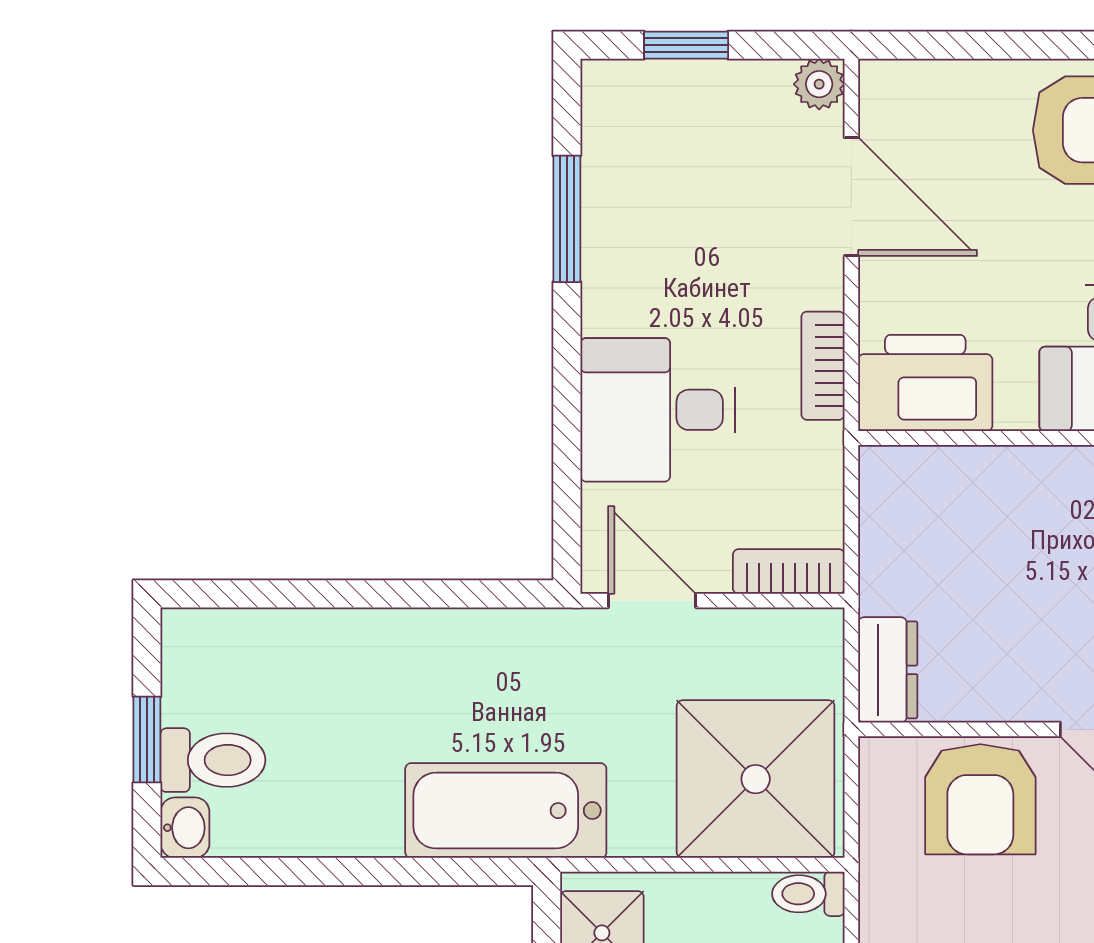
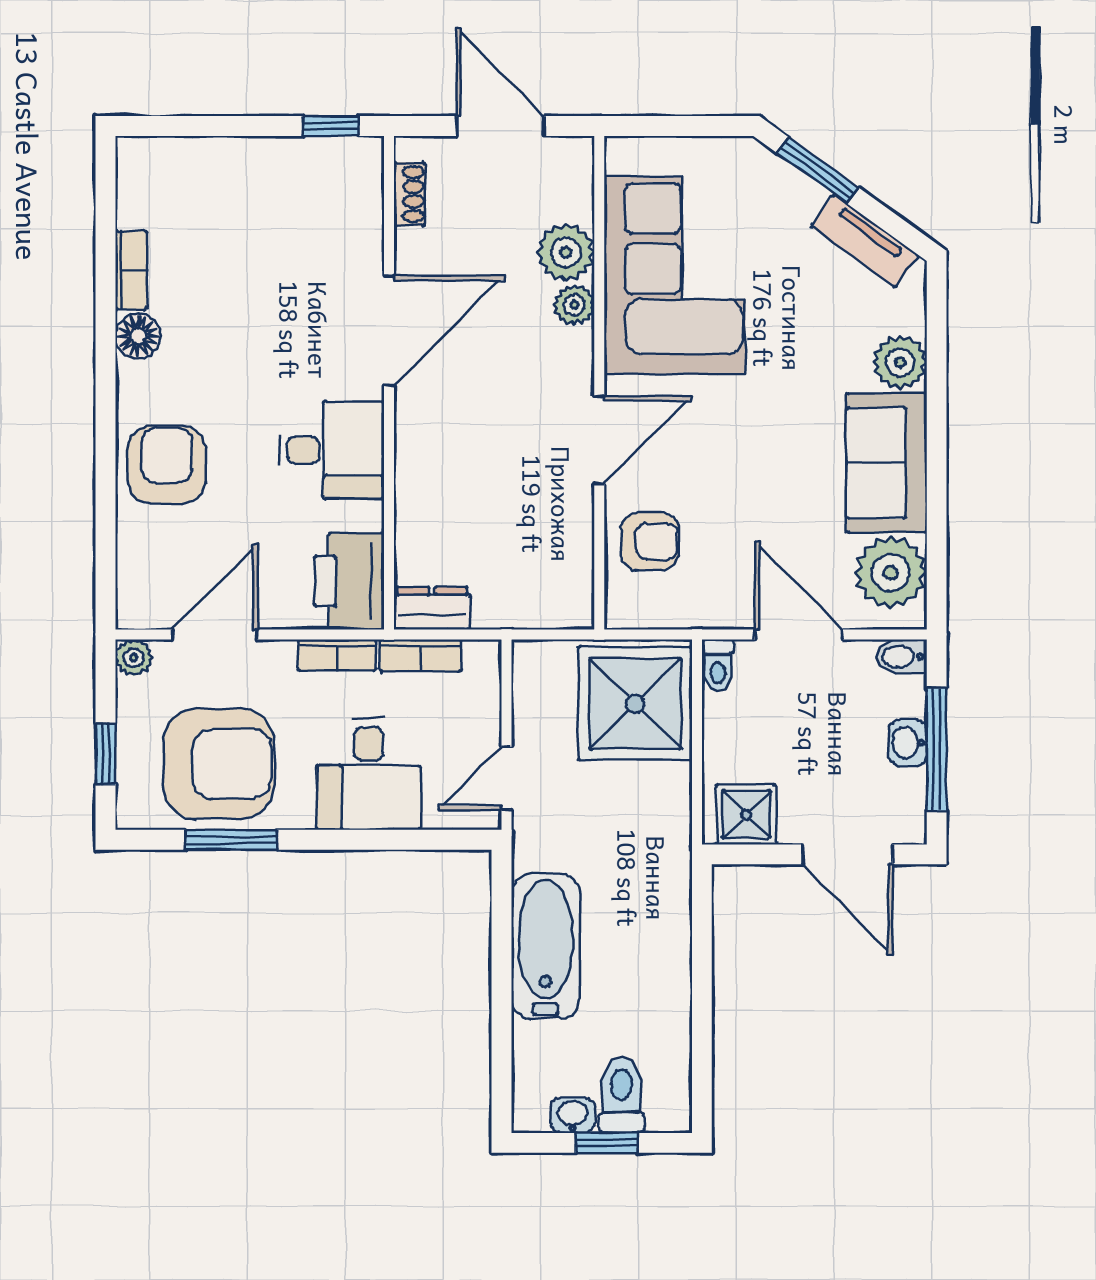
armchair: (672, 202) -> (219, 764), added
bookcase: (789, 571) -> (420, 655), moved, turned -90
dresser: (888, 670) -> (432, 608), moved
armchair: (980, 799) -> (650, 541), width x0.72, depth x0.72
bathtub: (506, 811) -> (546, 947), moved, turned 180
washbasin: (185, 828) -> (573, 1115), moved

